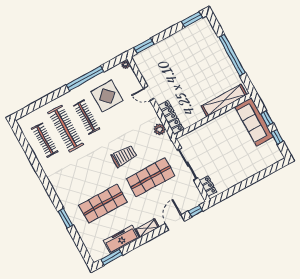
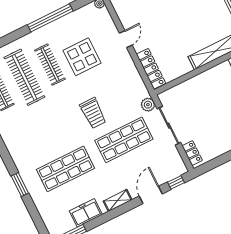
door: (149, 93) -> (126, 39), swing flipped
display table: (107, 96) -> (82, 57), moved
plant: (160, 129) -> (148, 105), moved
trolley: (124, 156) -> (93, 113), turned 90
freezer: (121, 239) -> (86, 213), width x0.71

